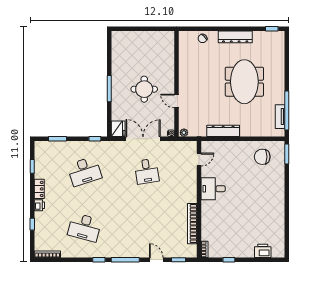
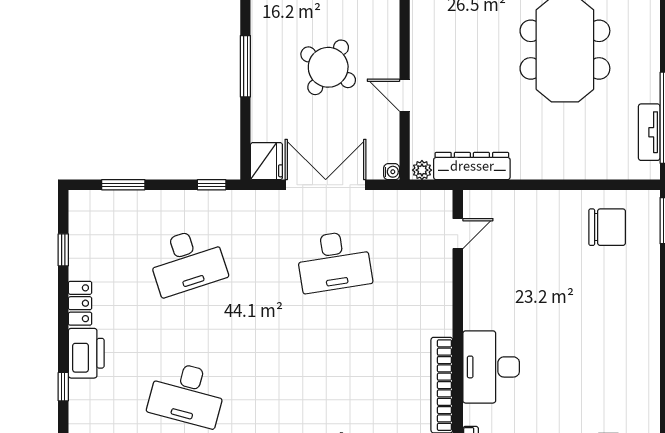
round table: (144, 89) -> (328, 67), turned 33
dresser: (223, 131) -> (472, 166), moved
chair: (262, 157) -> (607, 227), turned 180
desk: (147, 171) -> (334, 261), width x1.37
desk: (213, 189) -> (491, 367), moved, width x1.37
printer: (39, 205) -> (86, 353), width x1.87, depth x1.48

